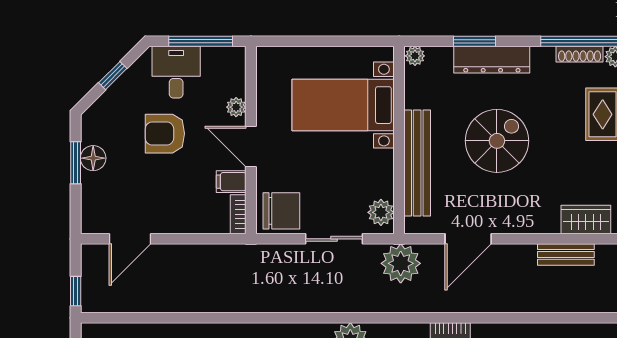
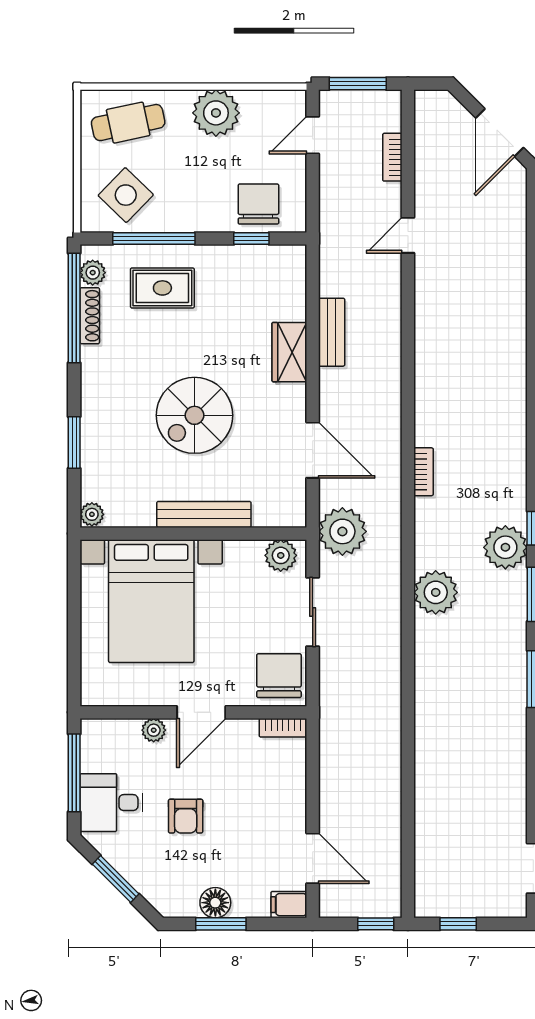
dresser: (492, 60) -> (96, 422), removed
window: (113, 76) -> (116, 879), width x1.50
bed with nightstands: (343, 105) -> (151, 601), width x1.36
armchair: (165, 134) -> (186, 816), width x0.72, depth x0.72
spiral stairs: (497, 141) -> (194, 415), turned -90
bench: (417, 163) -> (204, 514), width x0.73, depth x0.82
filing cabinet: (231, 182) -> (289, 905), moved, turned 90
wardrobe: (586, 219) -> (289, 352), moved

